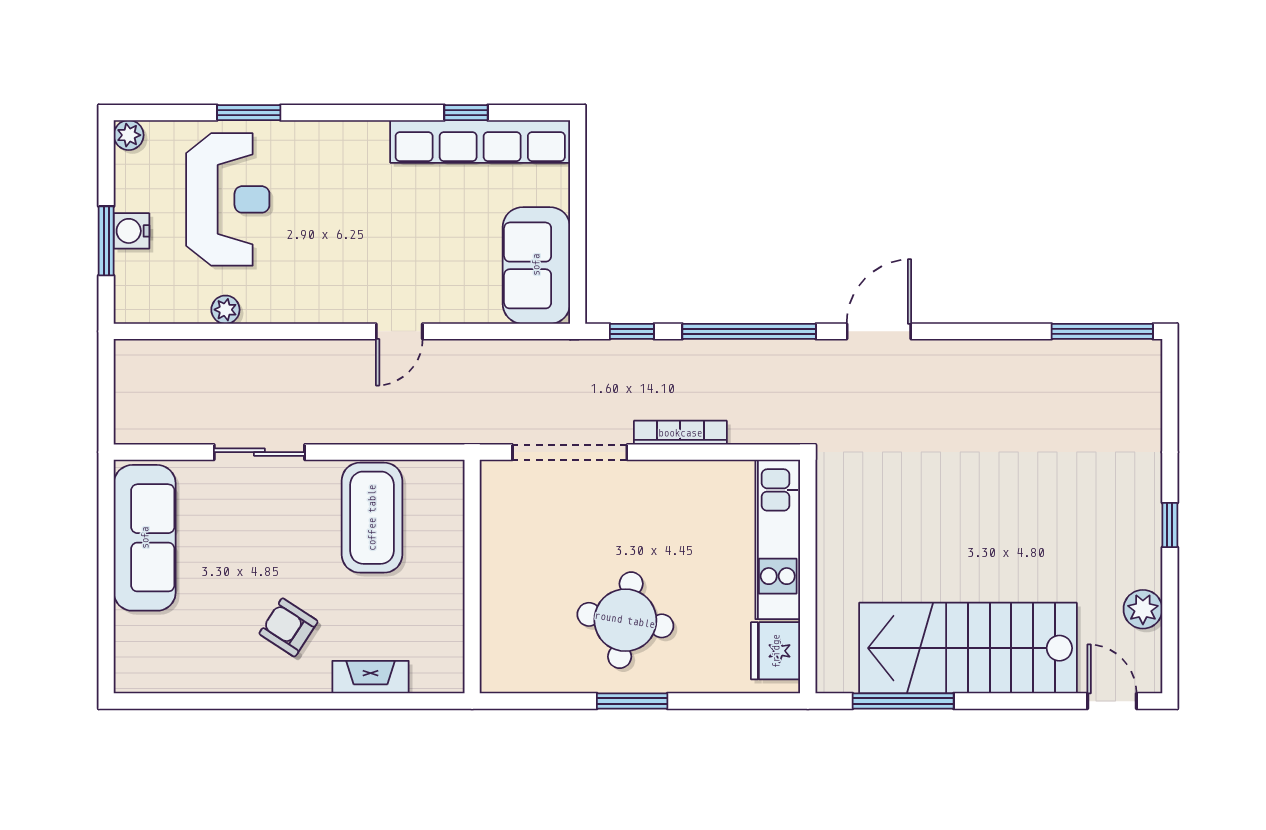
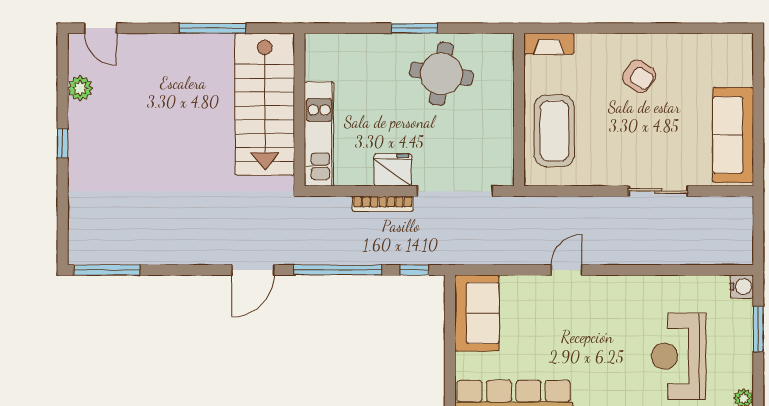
water cooler: (132, 231) -> (742, 287), moved
plant: (225, 310) -> (680, 284), removed
coffee table: (372, 518) -> (554, 131), moved
round table: (625, 620) -> (441, 74), moved
stairs: (968, 648) -> (265, 104), moved, turned 90
fridge: (776, 651) -> (393, 170), moved, turned -90
fireplace: (370, 677) -> (549, 44), moved
window: (903, 701) -> (212, 28), moved

